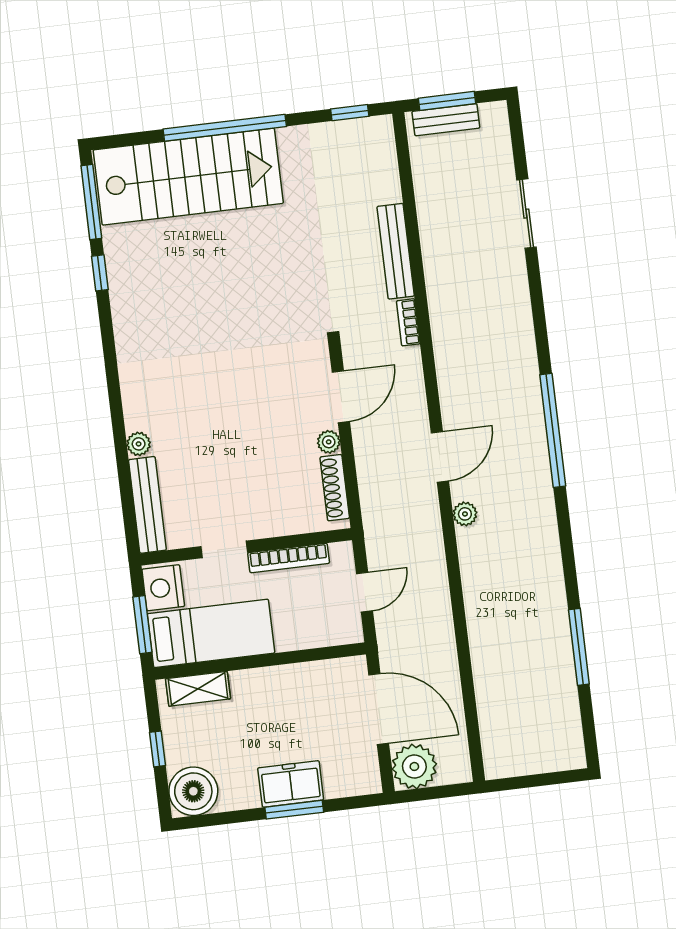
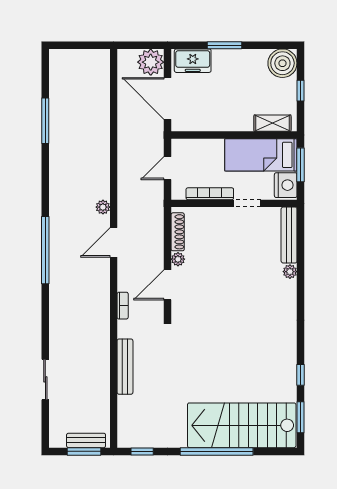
window: (91, 202) -> (301, 417), width x0.69
bookcase: (408, 322) -> (123, 306), moved
freezer: (291, 784) -> (193, 61), moved

